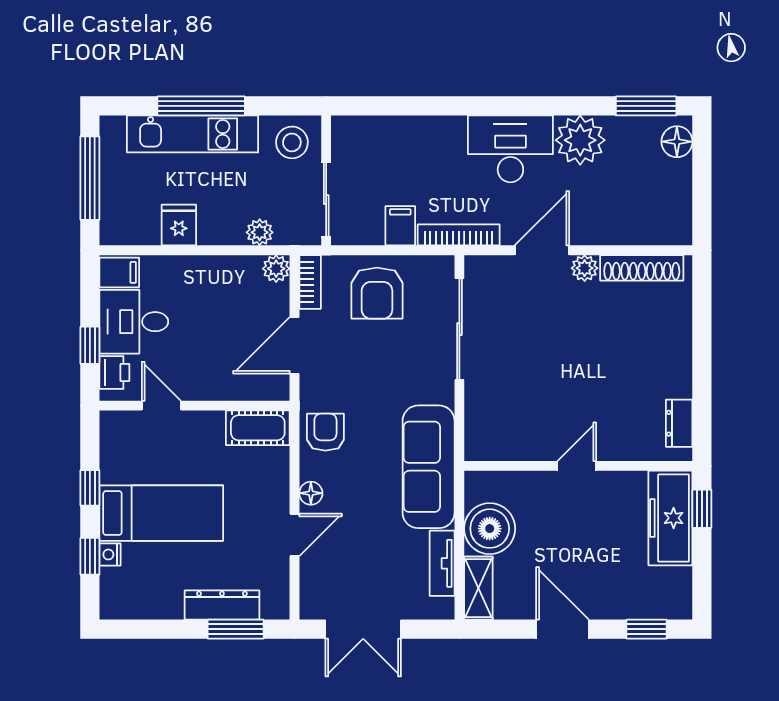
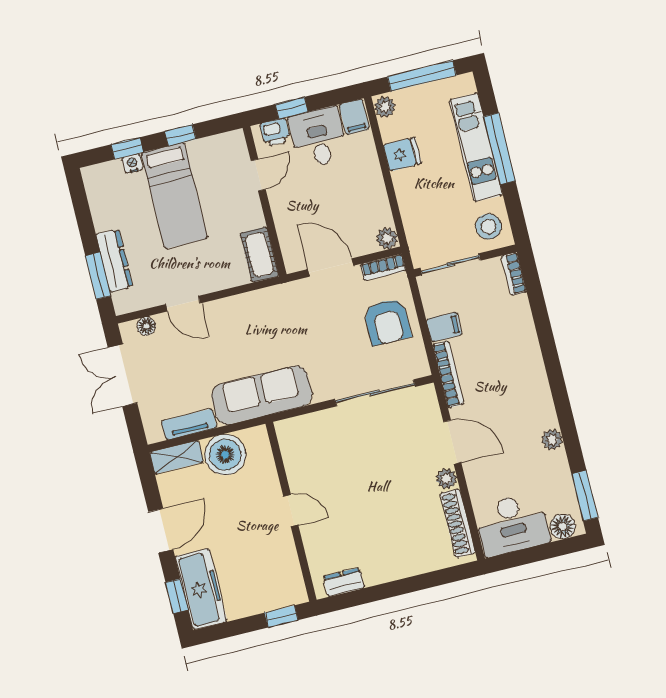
bookcase: (357, 126) -> (514, 274), added
plant: (580, 140) -> (552, 440), width x0.53, depth x0.53
desk: (510, 149) -> (512, 524), moved, turned 90
plant: (260, 232) -> (385, 107), moved
armchair: (377, 293) -> (387, 322), turned -90
armchair: (325, 432) -> (269, 308), removed
floor lamp: (311, 493) -> (146, 326), moved
freezer: (670, 518) -> (201, 589), moved, turned 90

